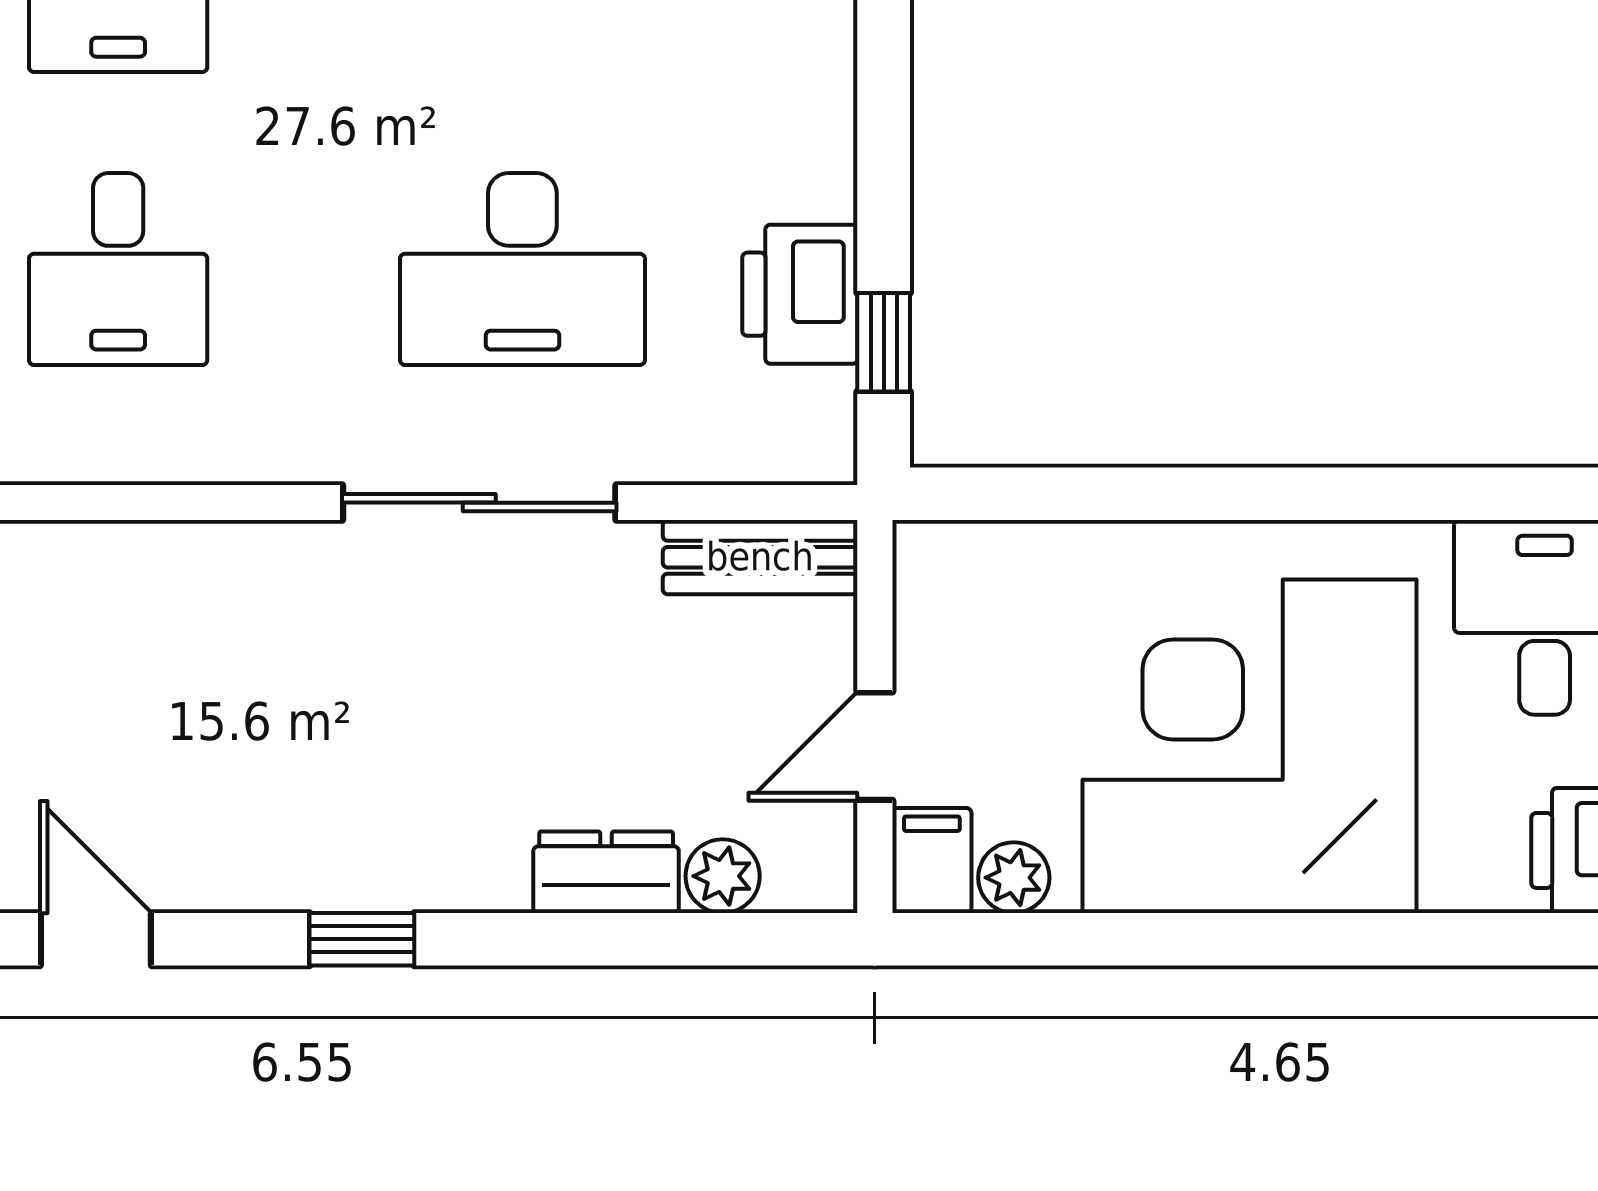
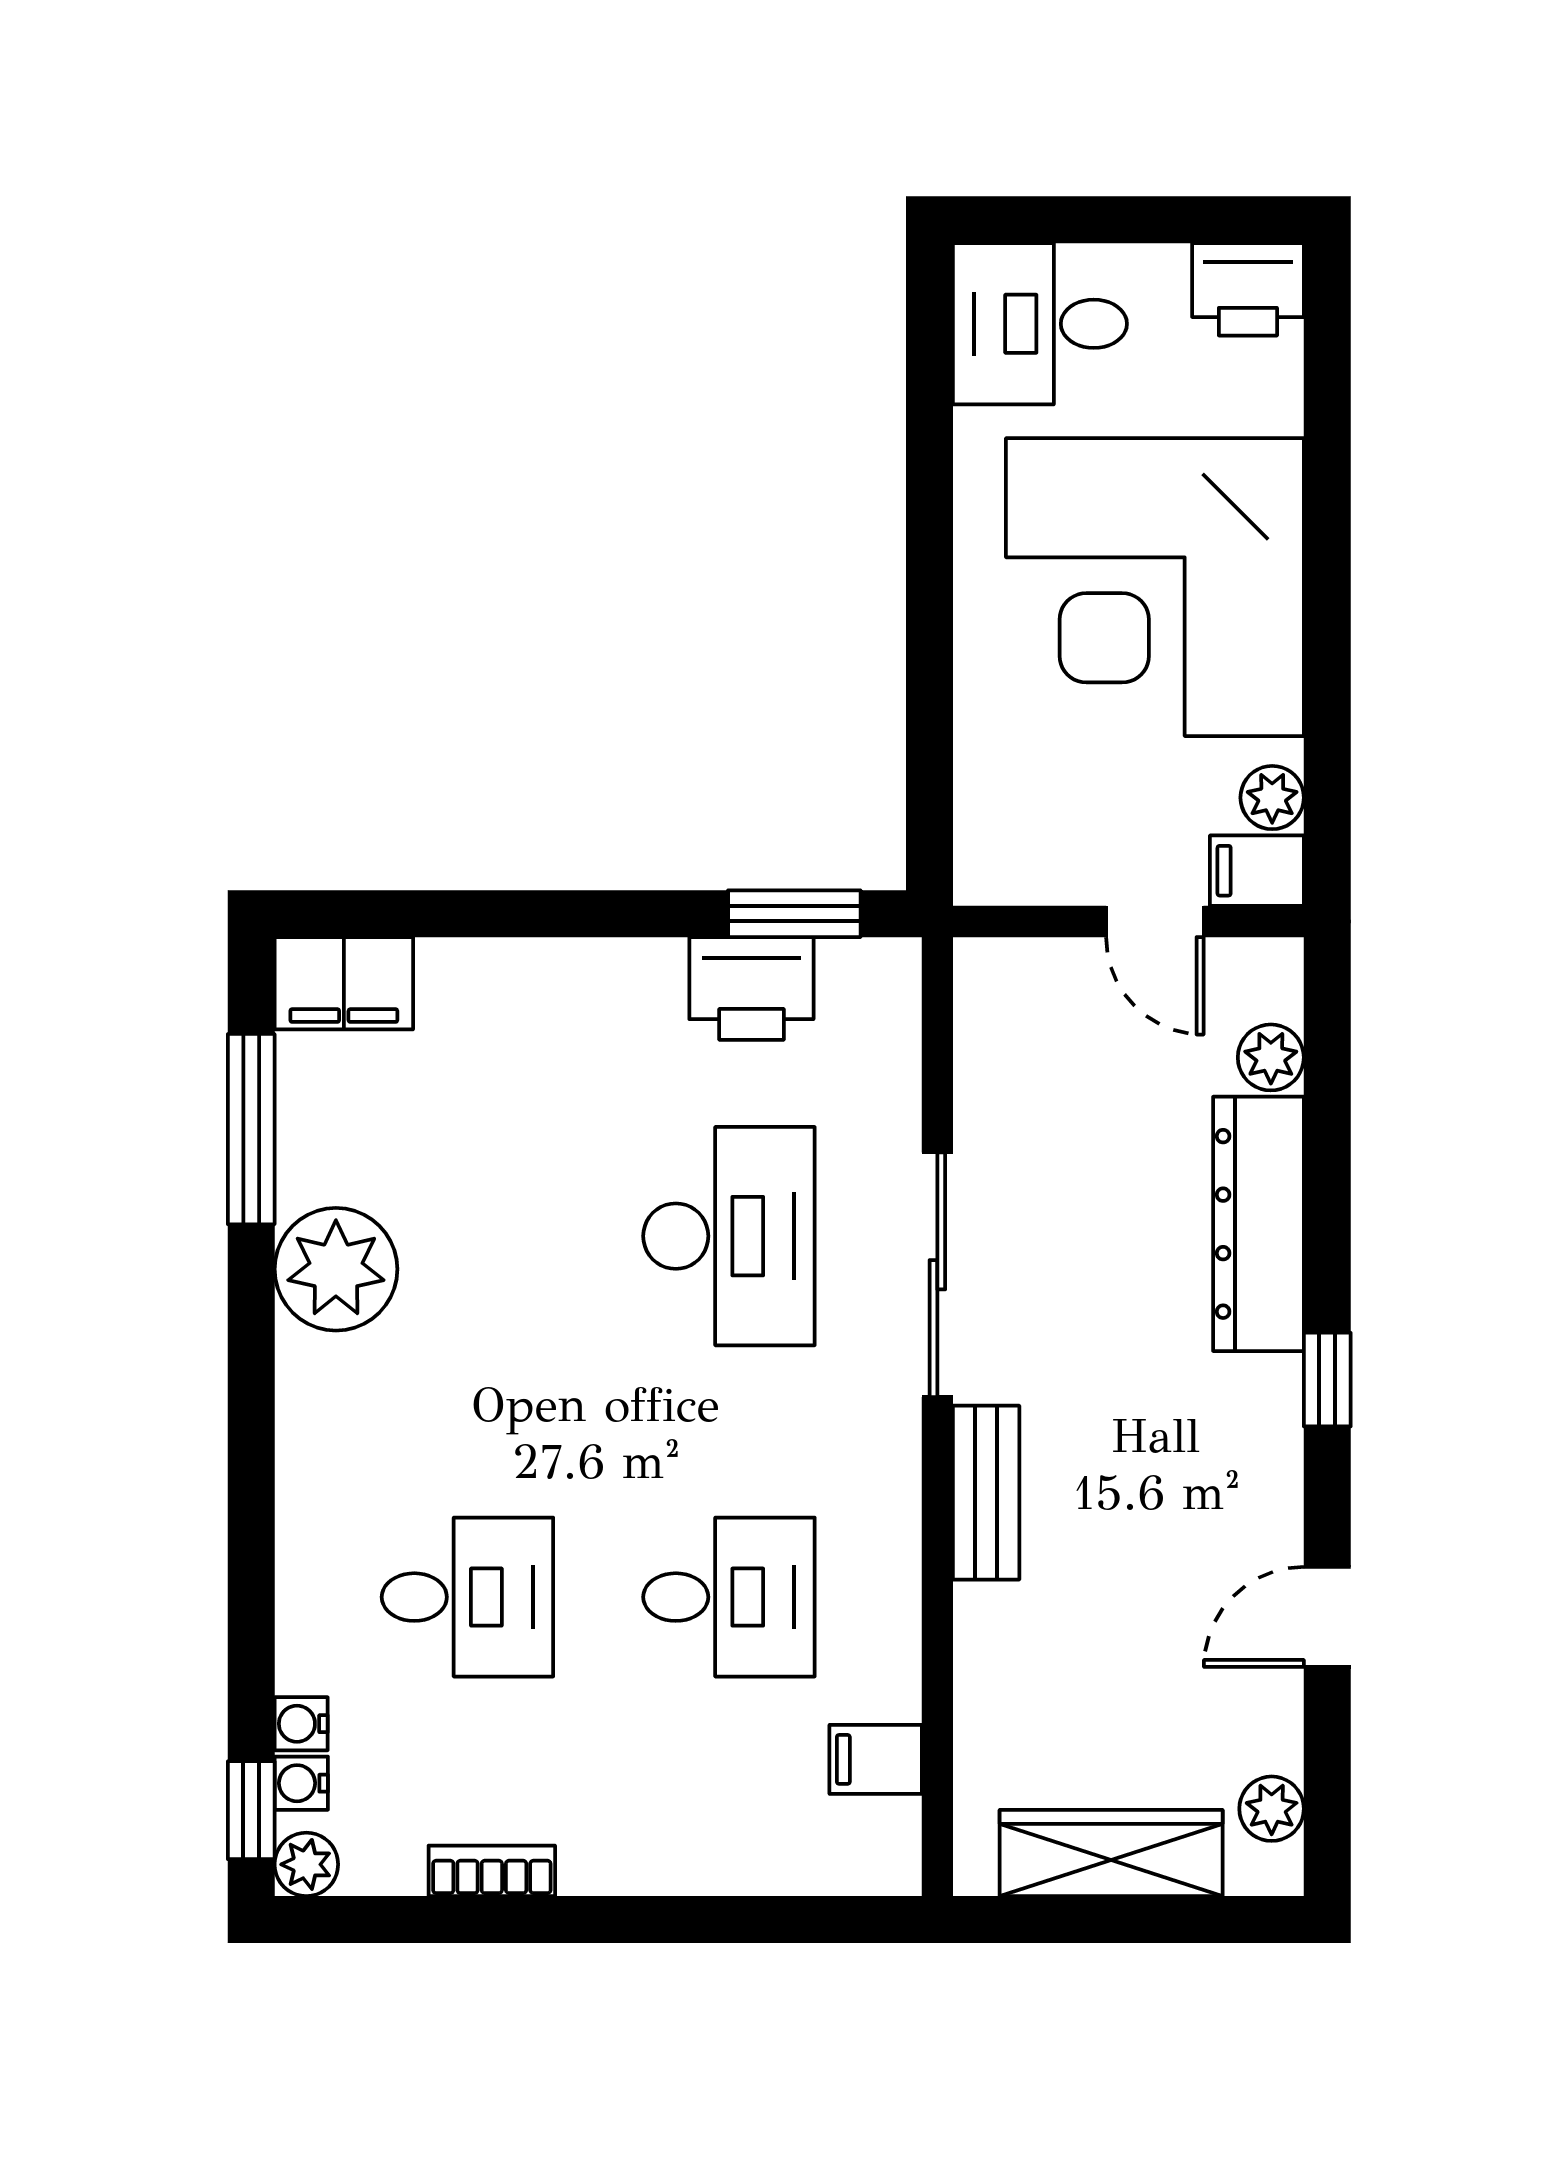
window: (884, 342) -> (794, 914), width x1.50
bench: (760, 557) -> (986, 1493), moved
dresser: (606, 872) -> (1258, 1224), width x1.96, depth x1.24

